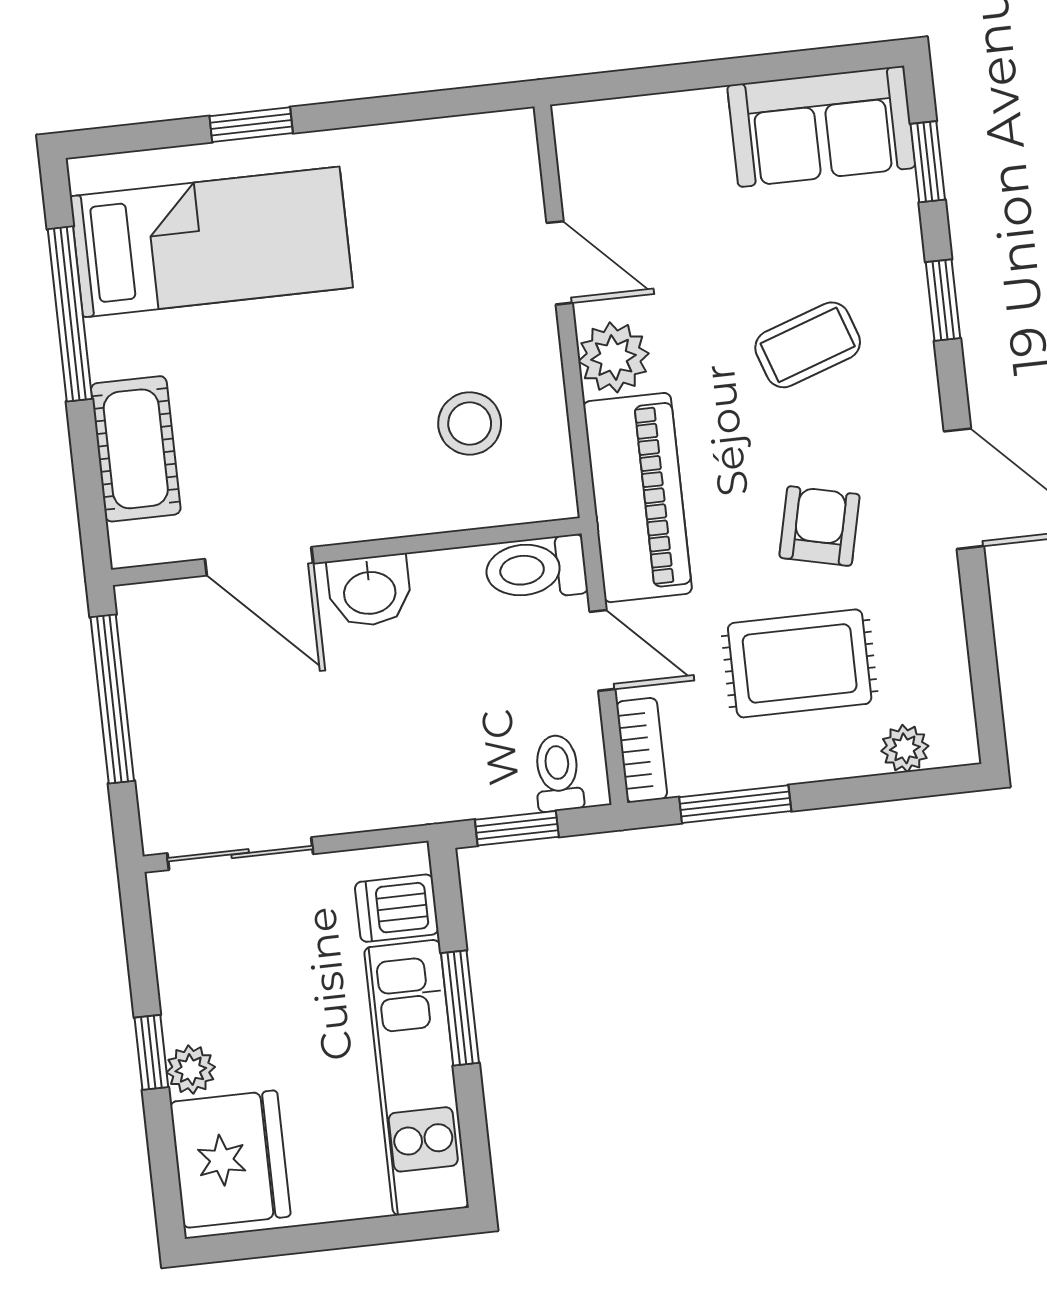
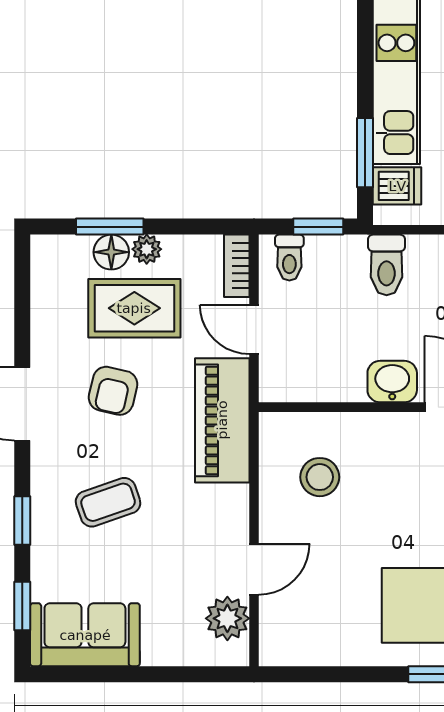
door: (560, 263) -> (254, 569), swing flipped
plant: (614, 357) -> (227, 618), moved
toilet: (536, 569) -> (387, 265), moved, turned 90
plant: (905, 748) -> (147, 249), moved
floor lamp: (847, 750) -> (111, 252), added
window: (735, 804) -> (110, 227), moved
window: (460, 1008) -> (365, 153), moved

